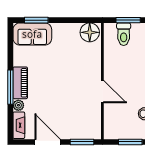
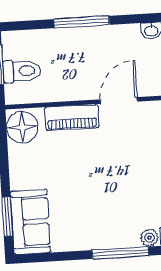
piano: (20, 83) -> (72, 117), moved, turned 180

